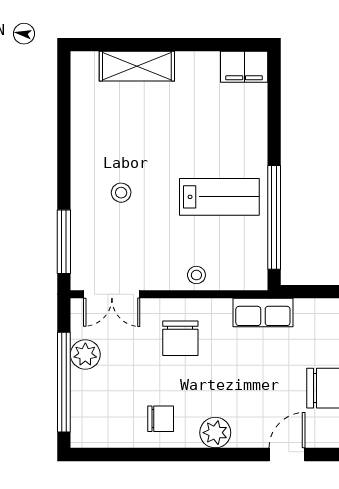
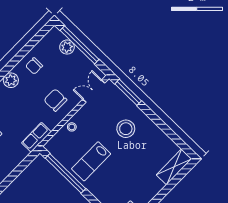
shelving: (137, 66) -> (174, 167), moved
stool: (121, 193) -> (126, 129), width x1.89, depth x1.89
plant: (85, 354) -> (67, 47), moved

